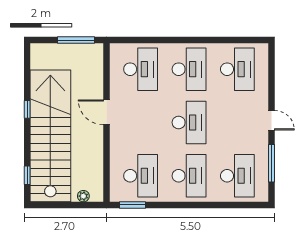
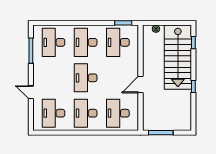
door: (107, 112) -> (141, 85), swing flipped
door: (271, 120) -> (31, 92), moved
stairs: (50, 136) -> (178, 57), width x0.73

